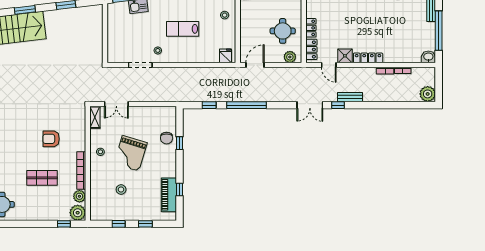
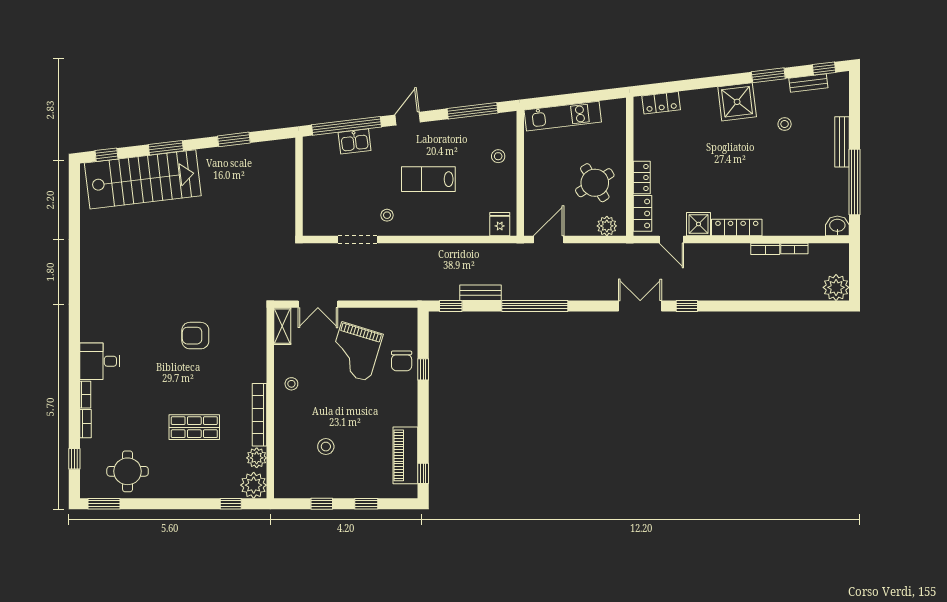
round table: (283, 31) -> (595, 183), turned -32
bench: (350, 97) -> (480, 293), moved
window: (209, 105) -> (451, 306), moved
double door: (310, 105) -> (640, 306), swing flipped
armchair: (51, 139) -> (195, 336), moved
grand piano: (131, 153) -> (355, 352), moved
window: (180, 189) -> (423, 473), moved

